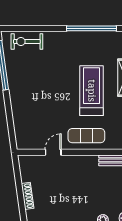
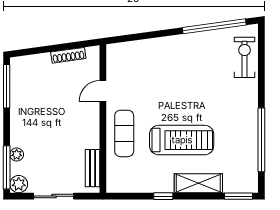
door: (53, 152) -> (103, 91), swing flipped
shoe rack: (28, 196) -> (68, 55), moved

